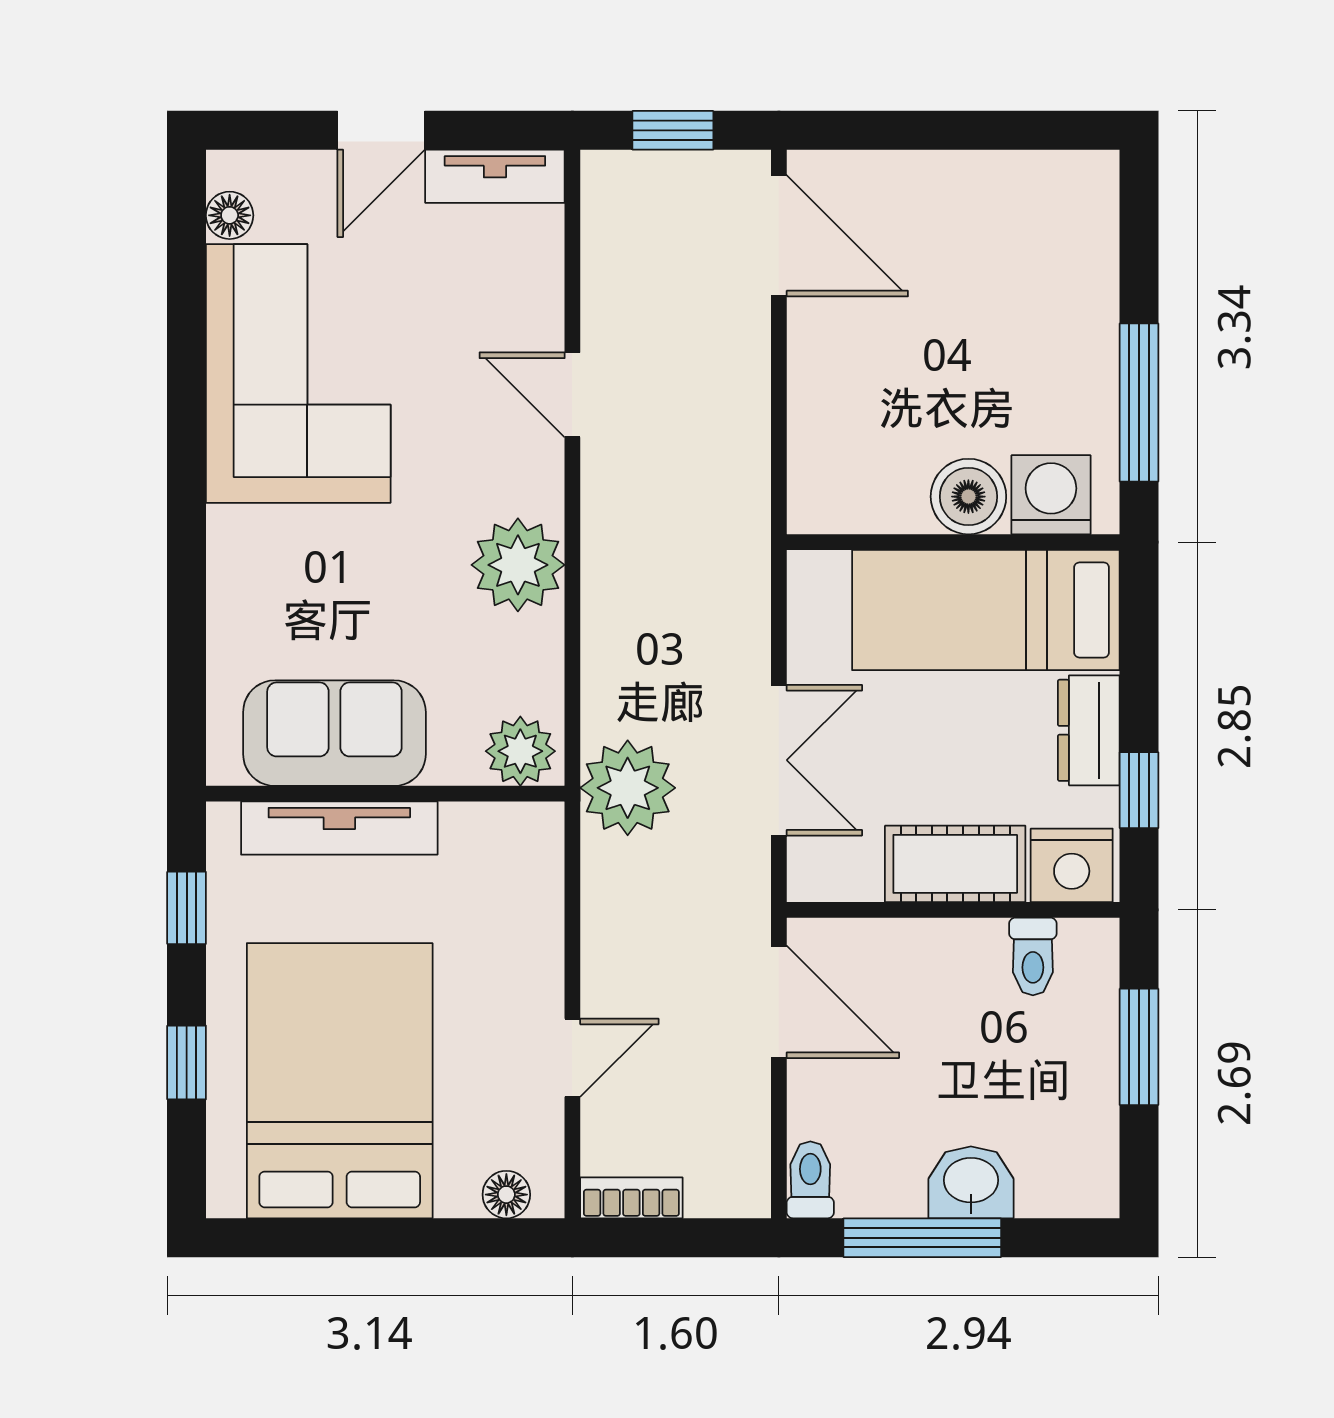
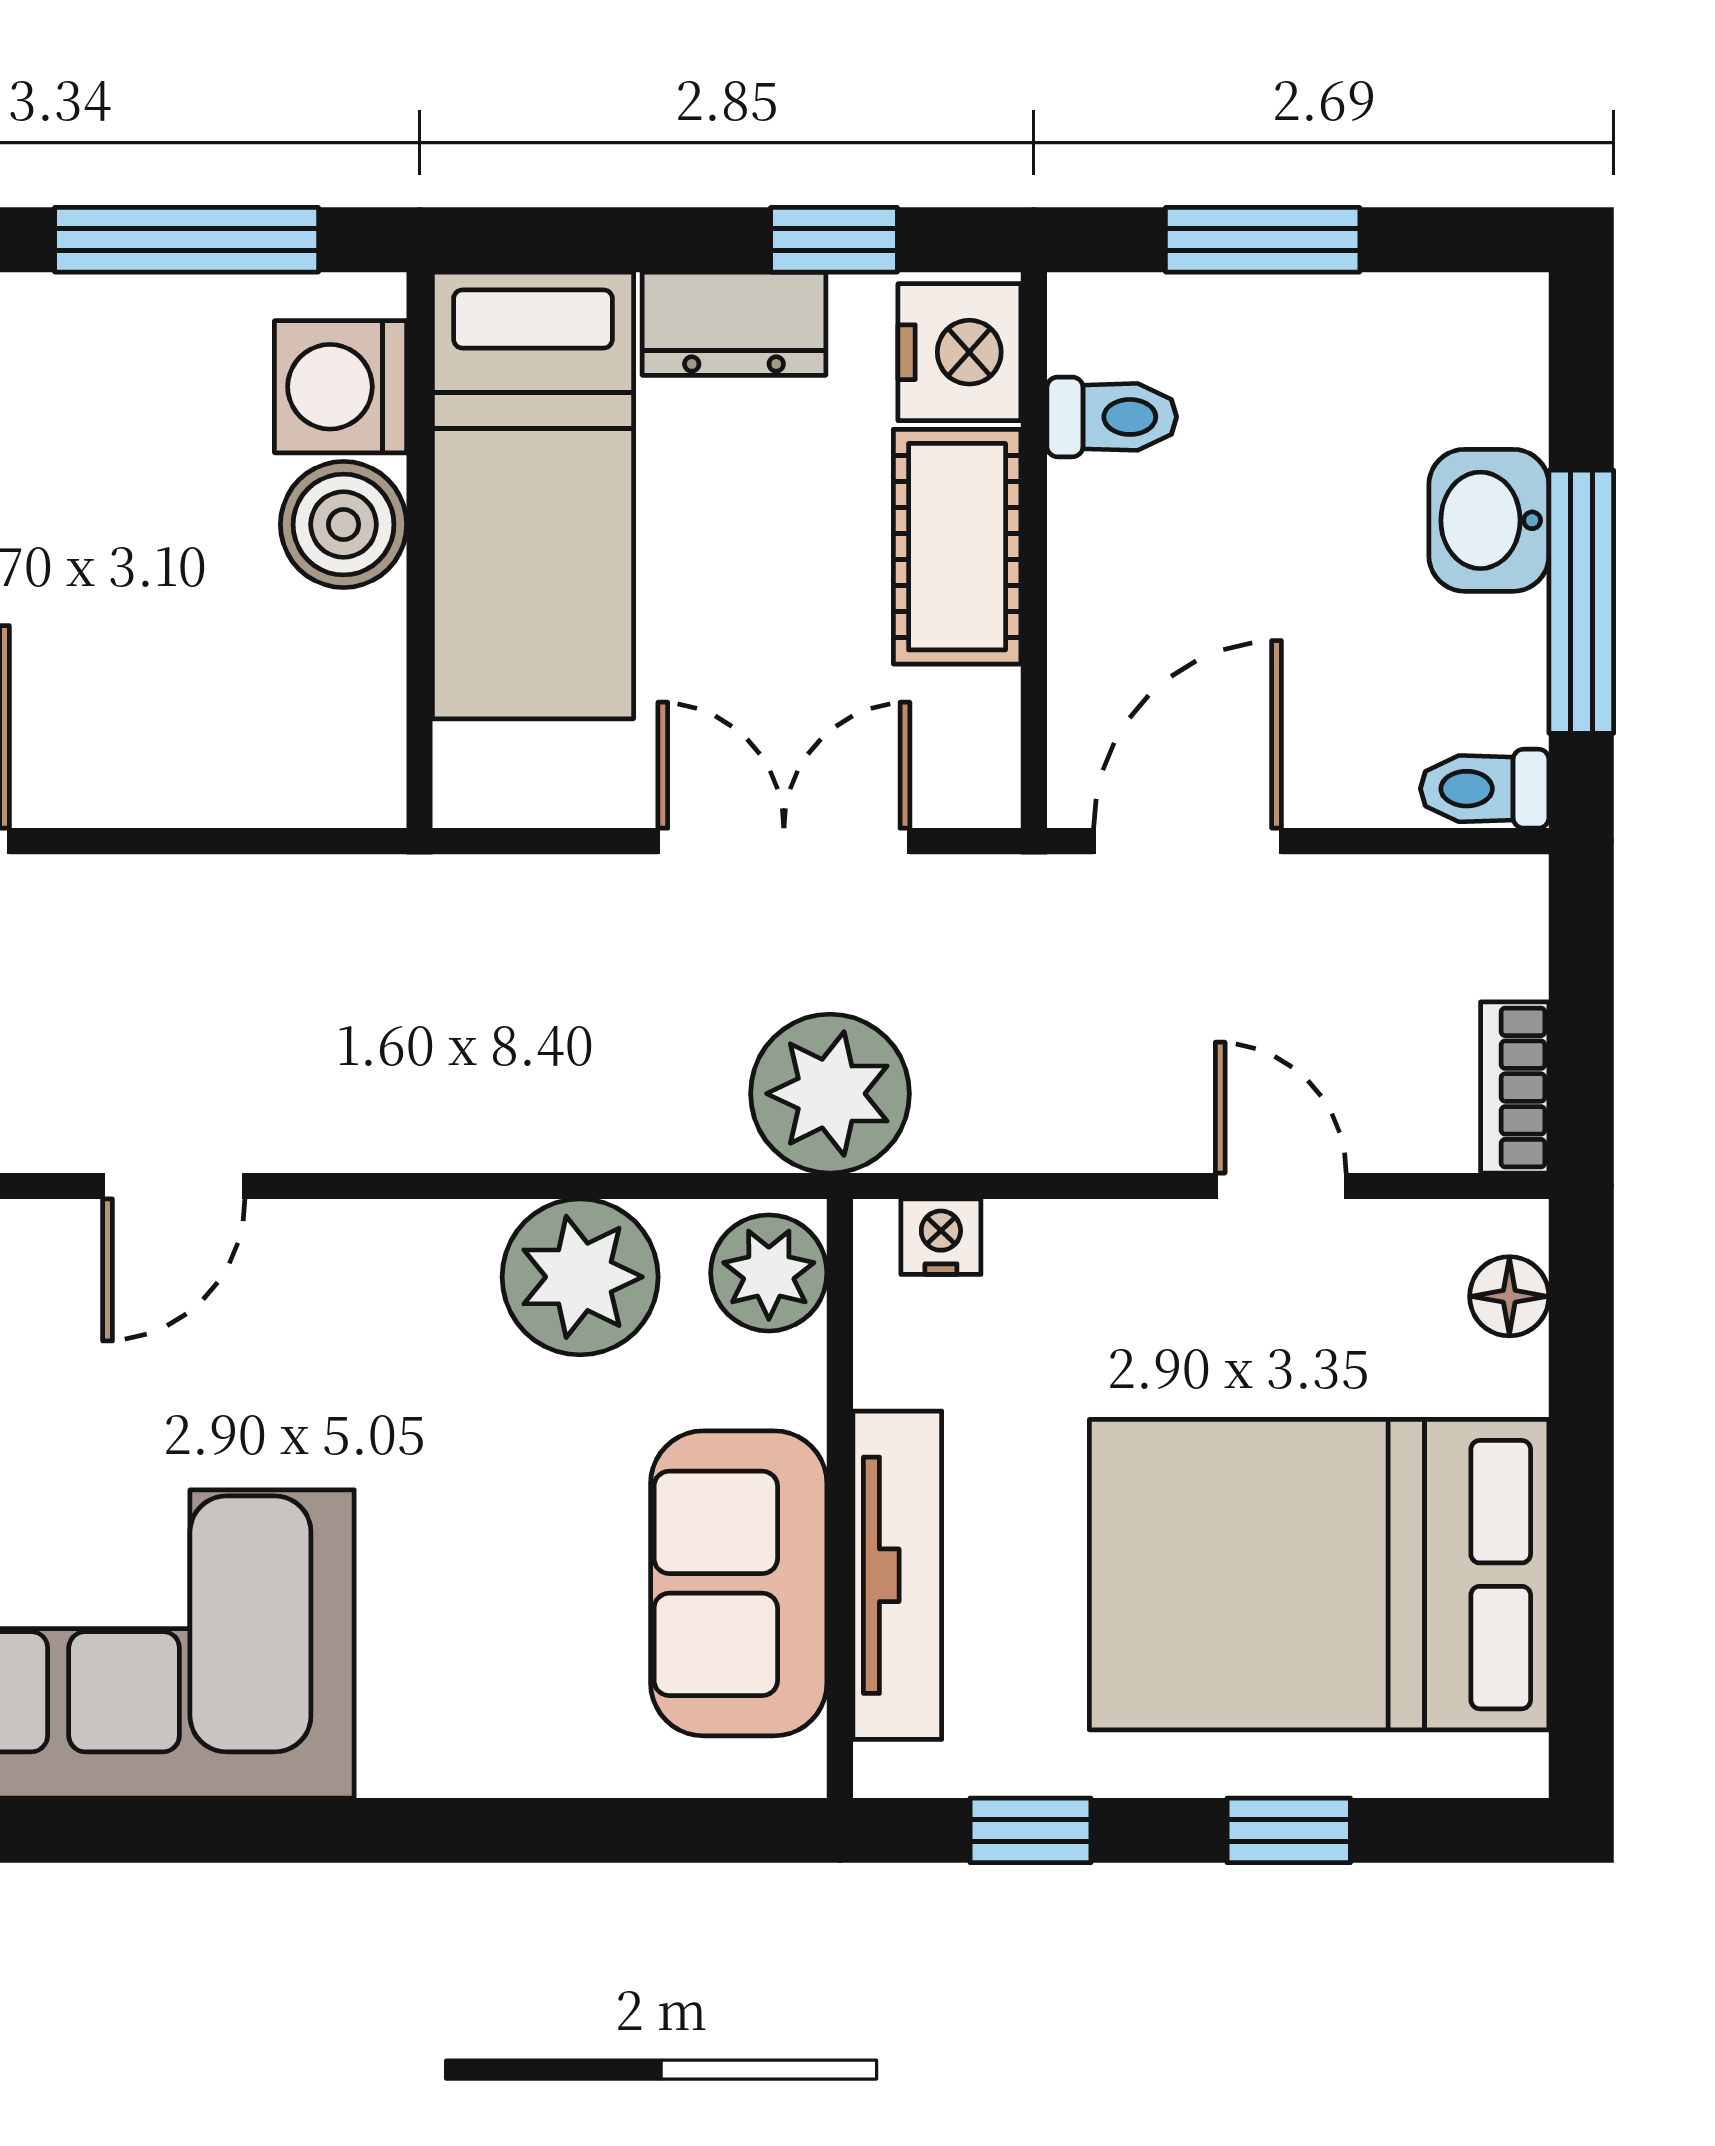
plant: (518, 565) -> (580, 1277), moved
nightstand: (542, 854) -> (941, 1237), added

